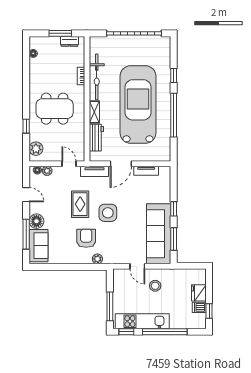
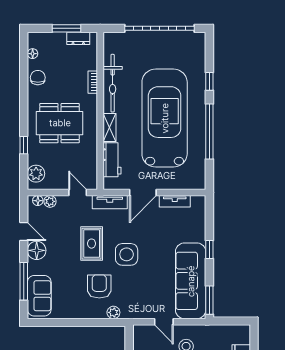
chair: (37, 72) -> (38, 78), added
floor lamp: (36, 221) -> (37, 250), moved
window: (174, 239) -> (209, 300), moved

